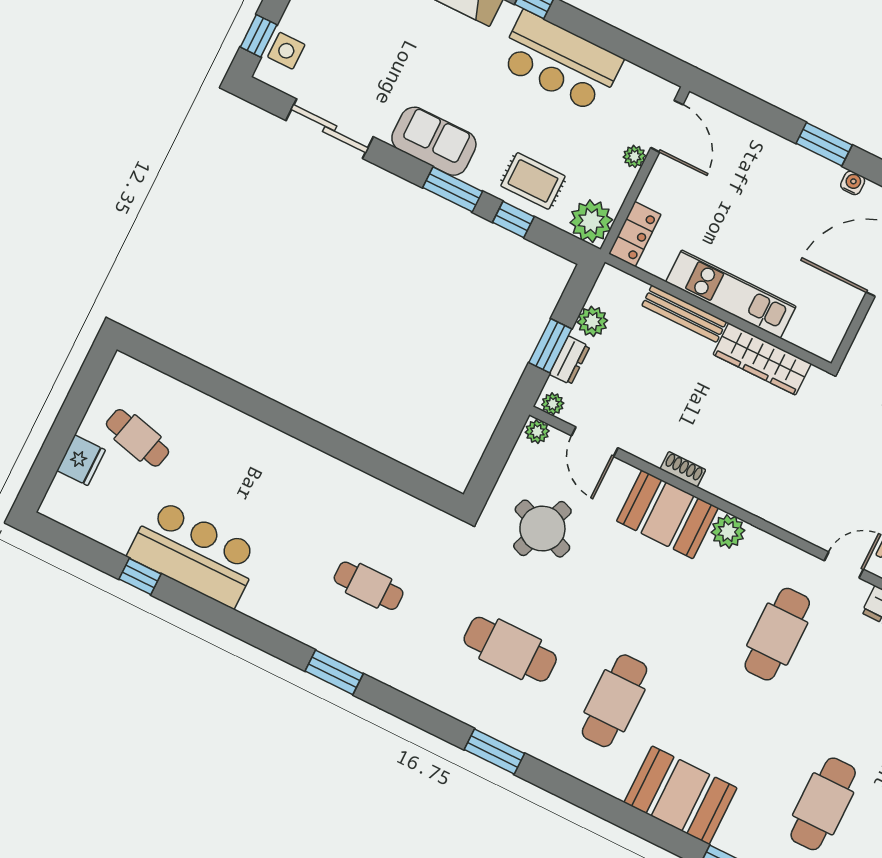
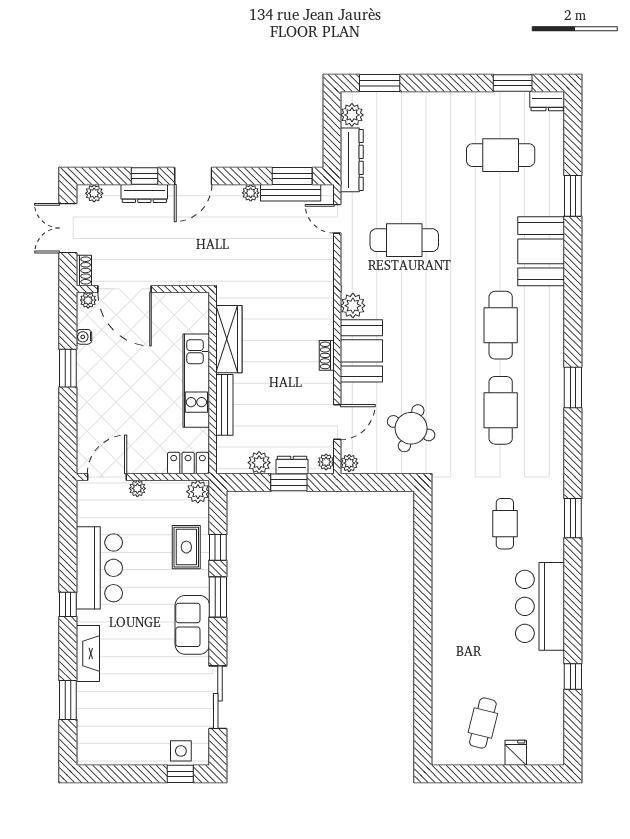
plant: (591, 221) -> (198, 492), width x0.73, depth x0.73
fridge: (81, 460) -> (516, 753), width x0.72
bar counter: (195, 553) -> (540, 606), moved
cafe table: (614, 701) -> (501, 325), turned 90

